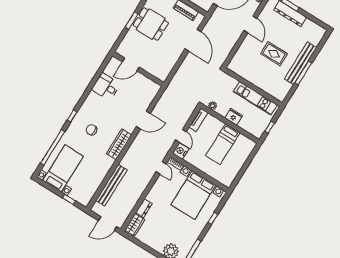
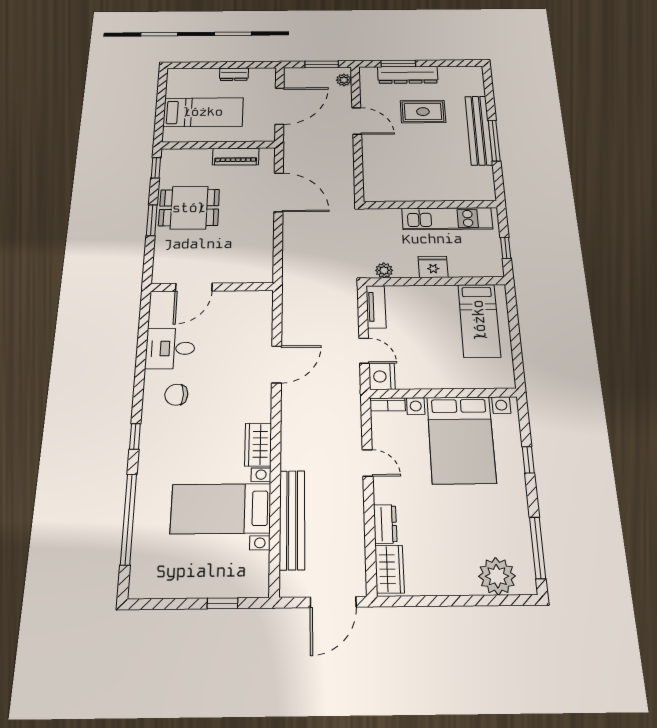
rug: (274, 54) -> (423, 112), moved
chair: (92, 130) -> (176, 395), moved
wardrobe: (119, 144) -> (258, 444), width x0.67
bed: (223, 144) -> (479, 320), moved
bed with nightstands: (63, 168) -> (221, 509), moved, turned -90
door: (161, 168) -> (368, 463), moved

